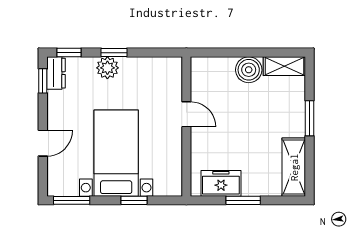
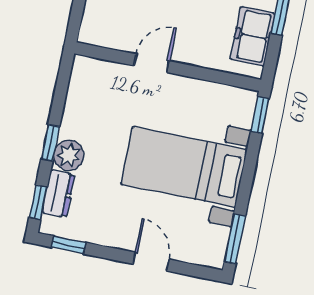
dresser: (56, 73) -> (58, 194), moved, turned 90
window: (134, 200) -> (260, 115), moved

